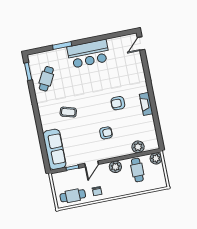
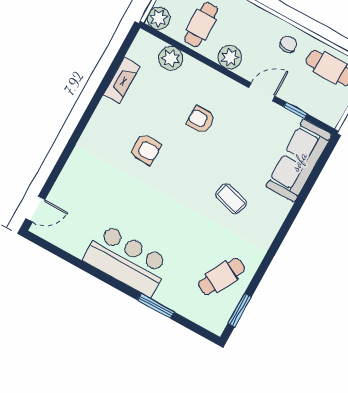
fireplace: (146, 104) -> (122, 80), moved

